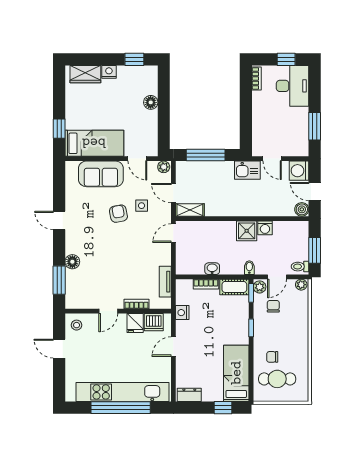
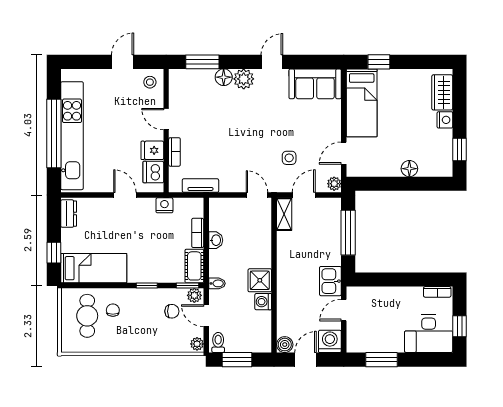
sofa: (101, 174) -> (315, 84), moved, turned -90
armchair: (118, 214) -> (280, 131), removed
plant: (74, 245) -> (244, 79), added

